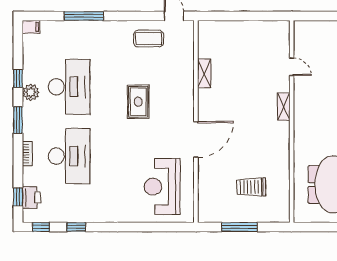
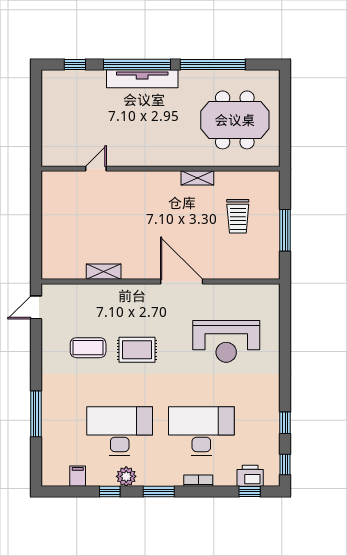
filing cabinet: (31, 27) -> (78, 476), moved
coffee table: (149, 39) -> (88, 348), moved, turned 90
shelving: (284, 107) -> (197, 178), moved
reception desk: (162, 187) -> (226, 341), moved

